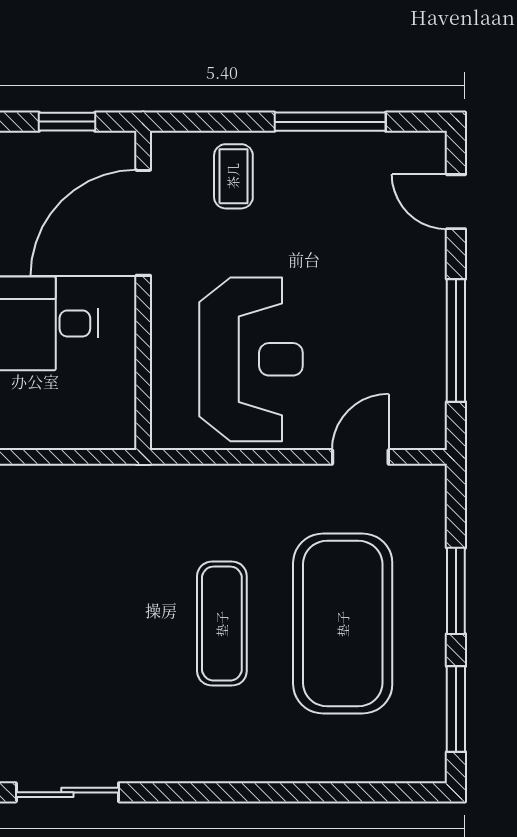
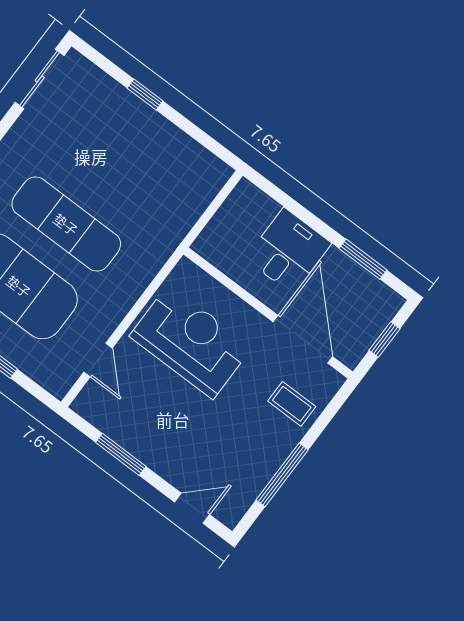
window: (456, 340) -> (121, 454), width x0.69
reception desk: (251, 359) -> (191, 342), turned 180
exercise mat: (222, 624) -> (66, 224), width x1.36, depth x1.45

